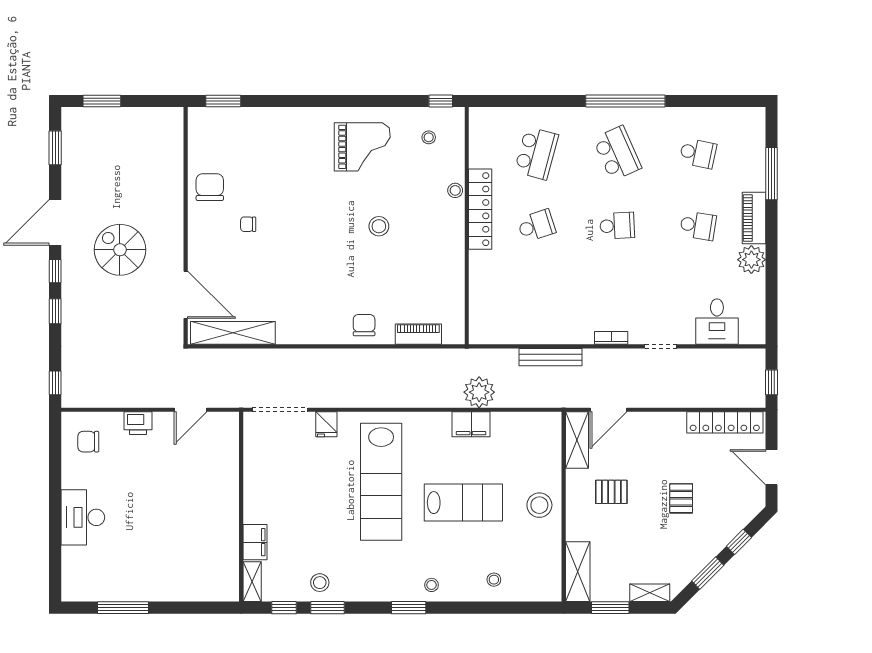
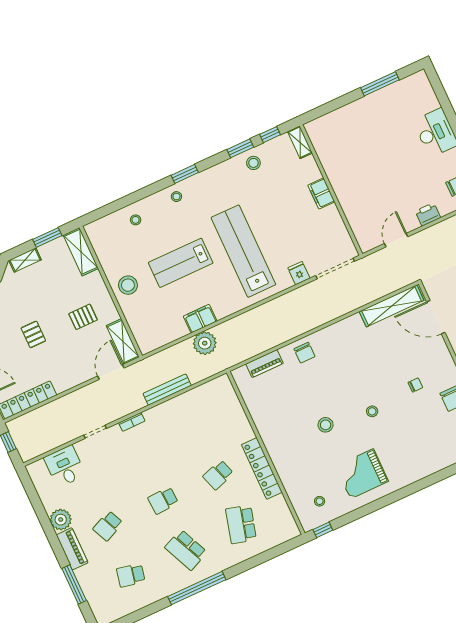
stool: (455, 190) -> (372, 411), moved
school desk: (698, 226) -> (108, 526), turned -33
filing cabinet: (255, 542) -> (321, 193), moved

